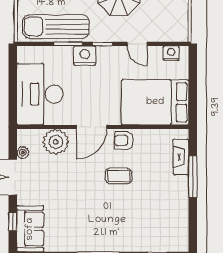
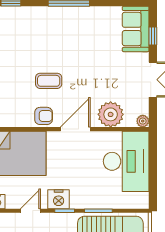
door: (137, 44) -> (30, 211), hinge flipped
nightstand: (85, 56) -> (59, 199), moved
plant: (23, 153) -> (143, 121), moved

